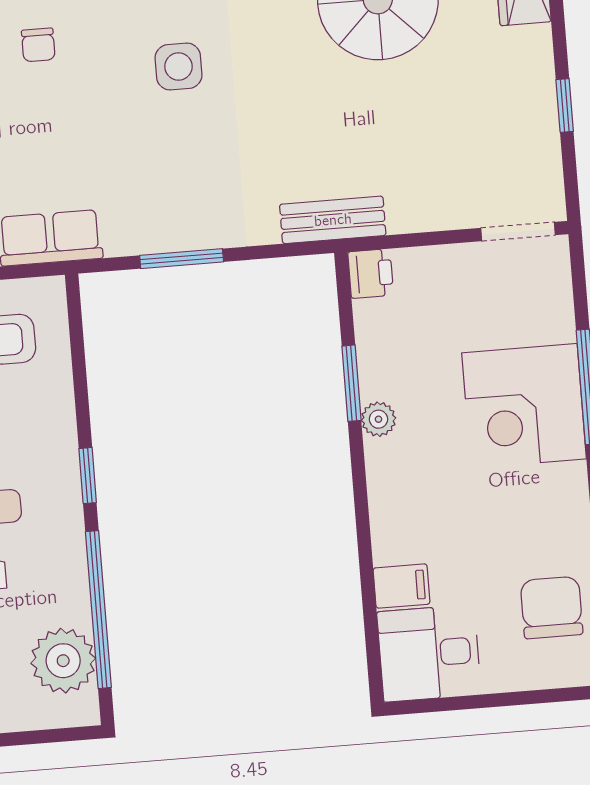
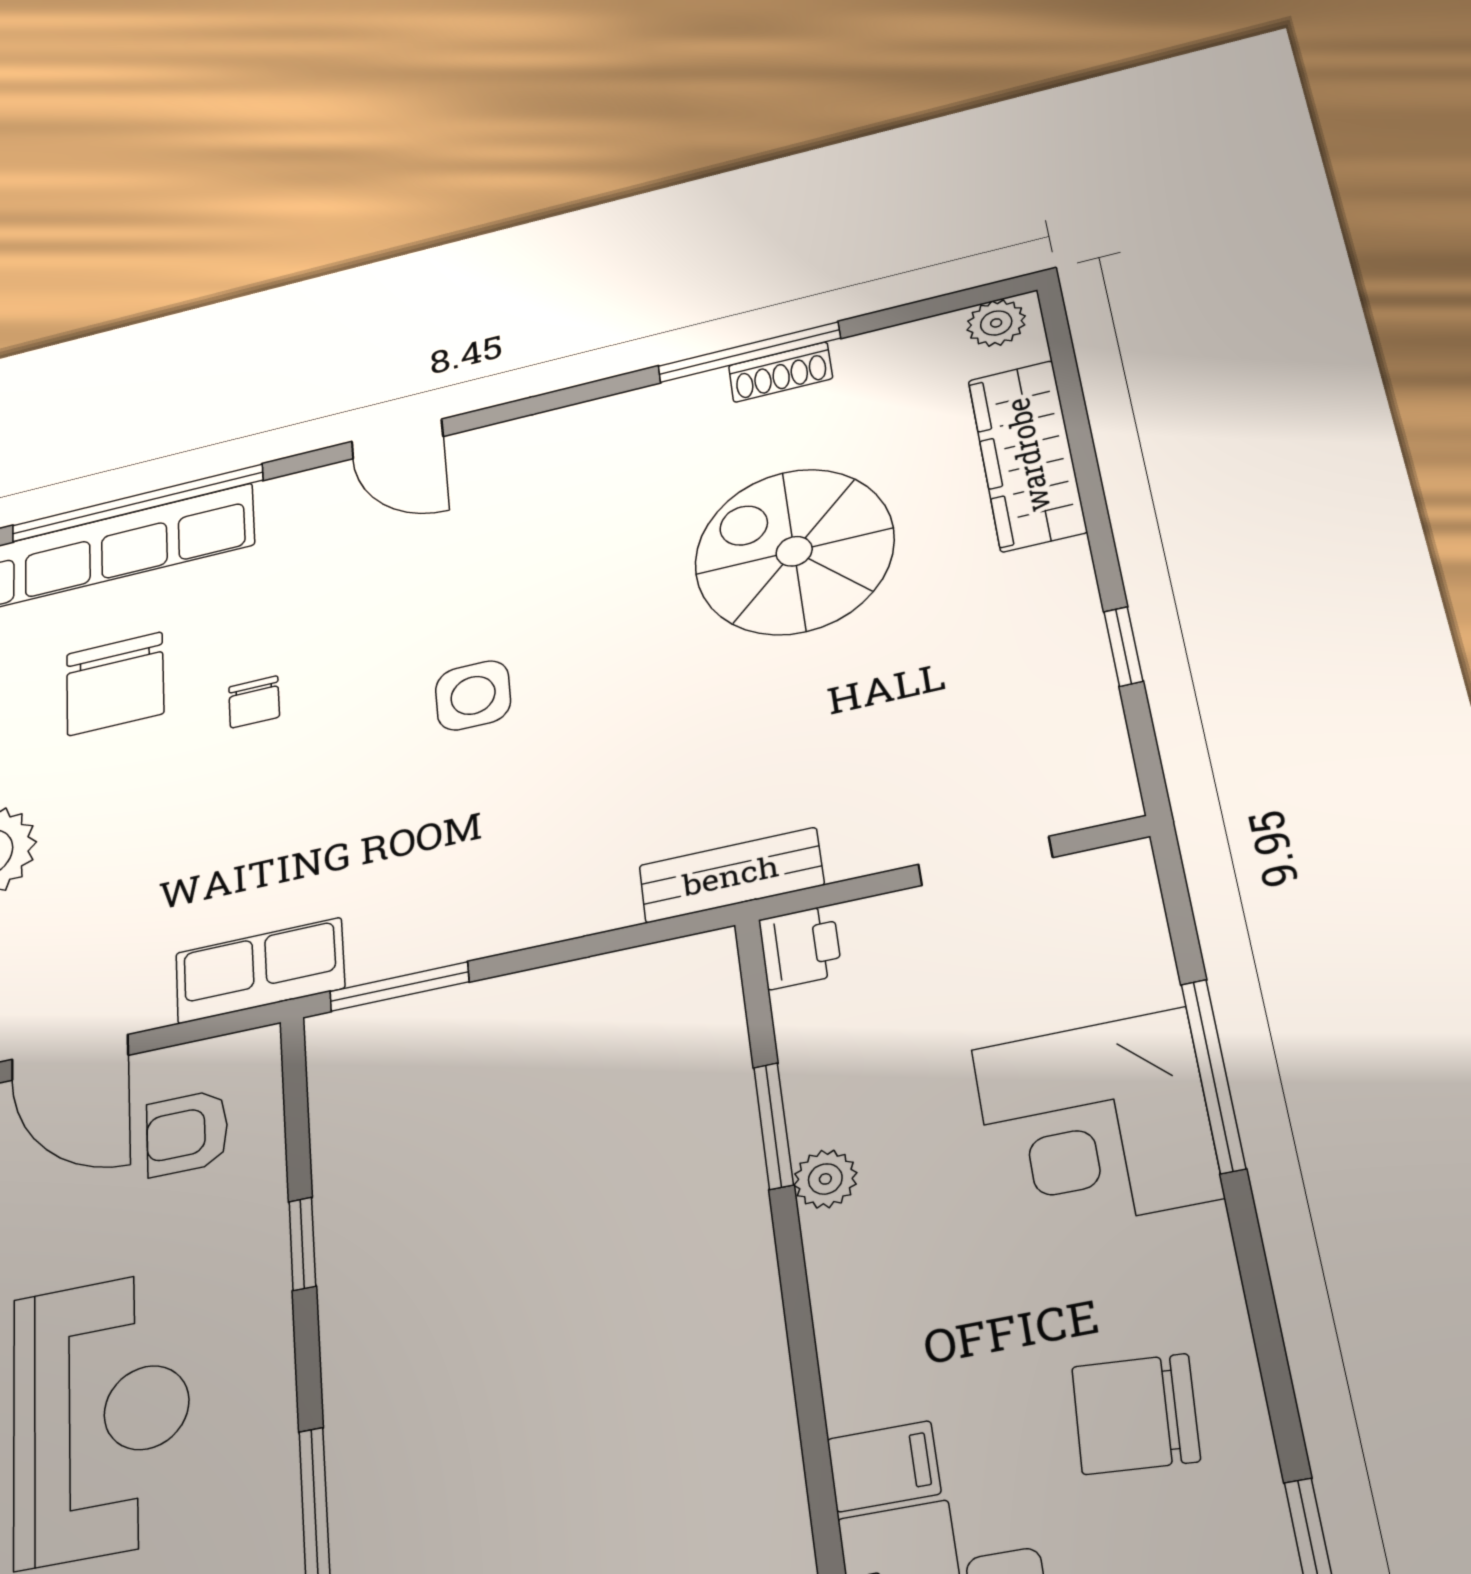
doorway: (518, 232) -> (985, 861), moved
window: (182, 259) -> (399, 987), moved
window: (88, 476) -> (302, 1244), moved
chair: (552, 607) -> (1136, 1414), moved, turned -86

